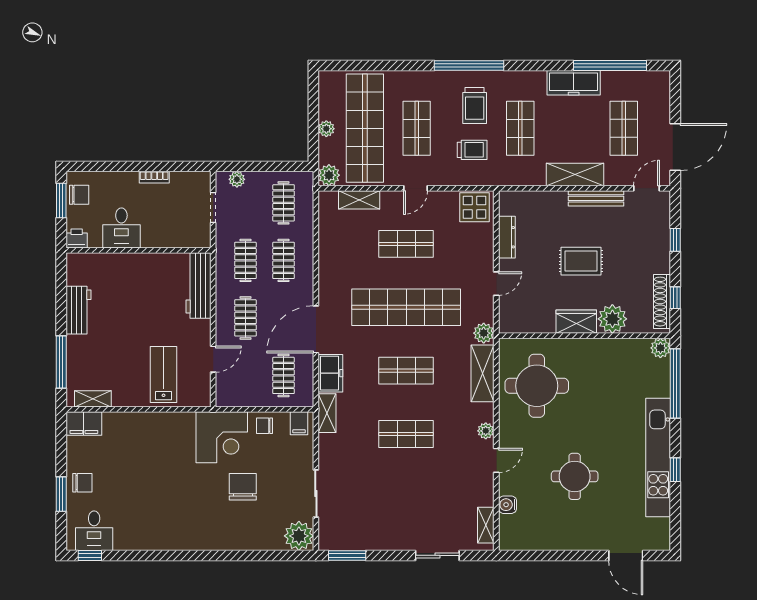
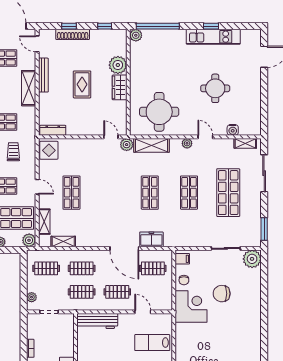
dresser: (507, 237) -> (53, 130), moved
door: (496, 284) -> (111, 137), moved
shoe rack: (662, 302) -> (73, 34), moved
shop shelf: (406, 307) -> (228, 193), moved, width x0.71
shelving: (327, 413) -> (63, 241), moved
kitchen unit: (658, 457) -> (213, 37), width x0.73
sliding door: (437, 555) -> (264, 173), width x1.37

